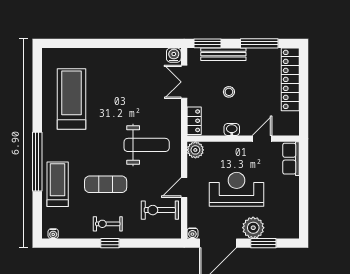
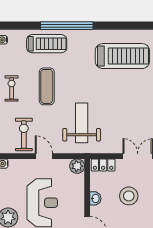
stool: (229, 92) -> (129, 196), width x1.89, depth x1.89
weight bench: (147, 145) -> (82, 123), turned 180

